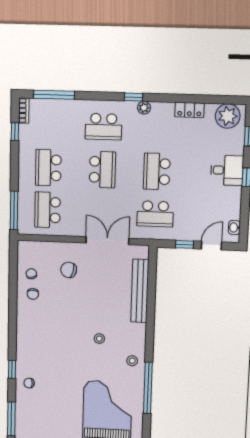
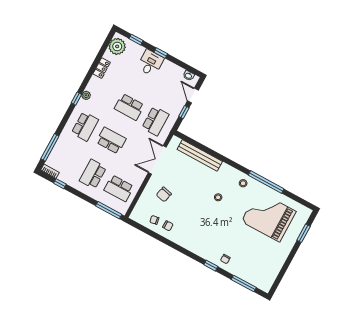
school desk: (48, 168) -> (93, 174), turned 90

